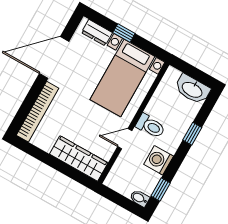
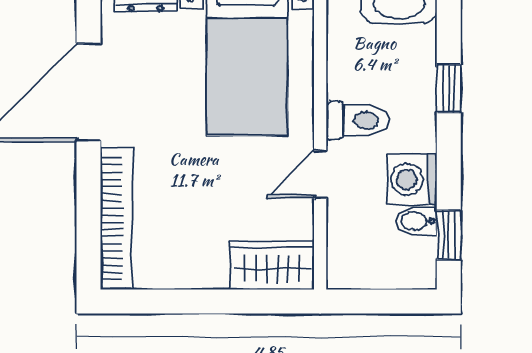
wardrobe: (79, 158) -> (272, 265), width x0.67
bidet: (140, 198) -> (417, 221), moved

